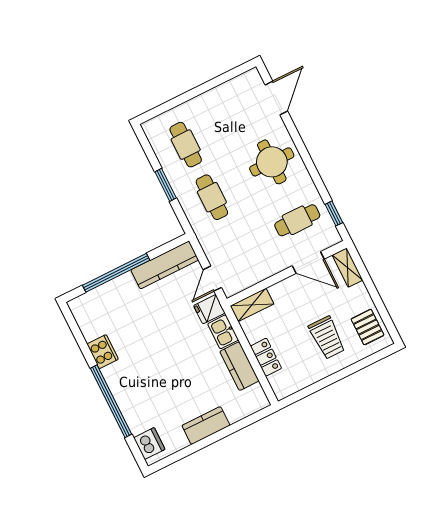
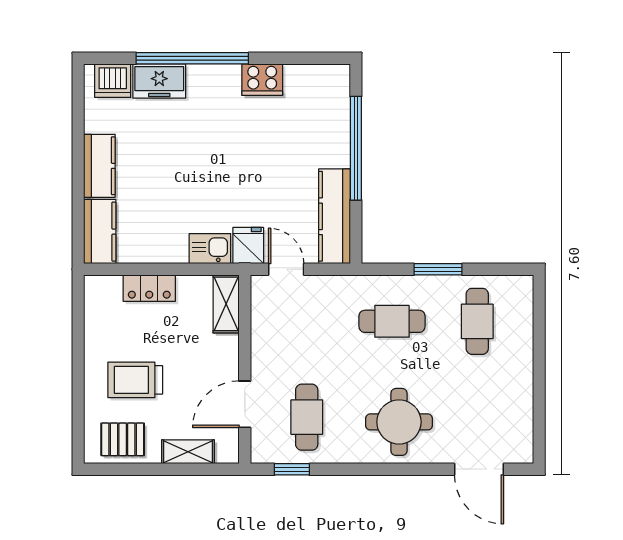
cafe table: (186, 145) -> (477, 321), turned 90
shelving: (347, 268) -> (188, 452), moved
kitchen counter: (239, 366) -> (100, 232), moved, turned 90
freezer: (135, 415) -> (159, 81), added

